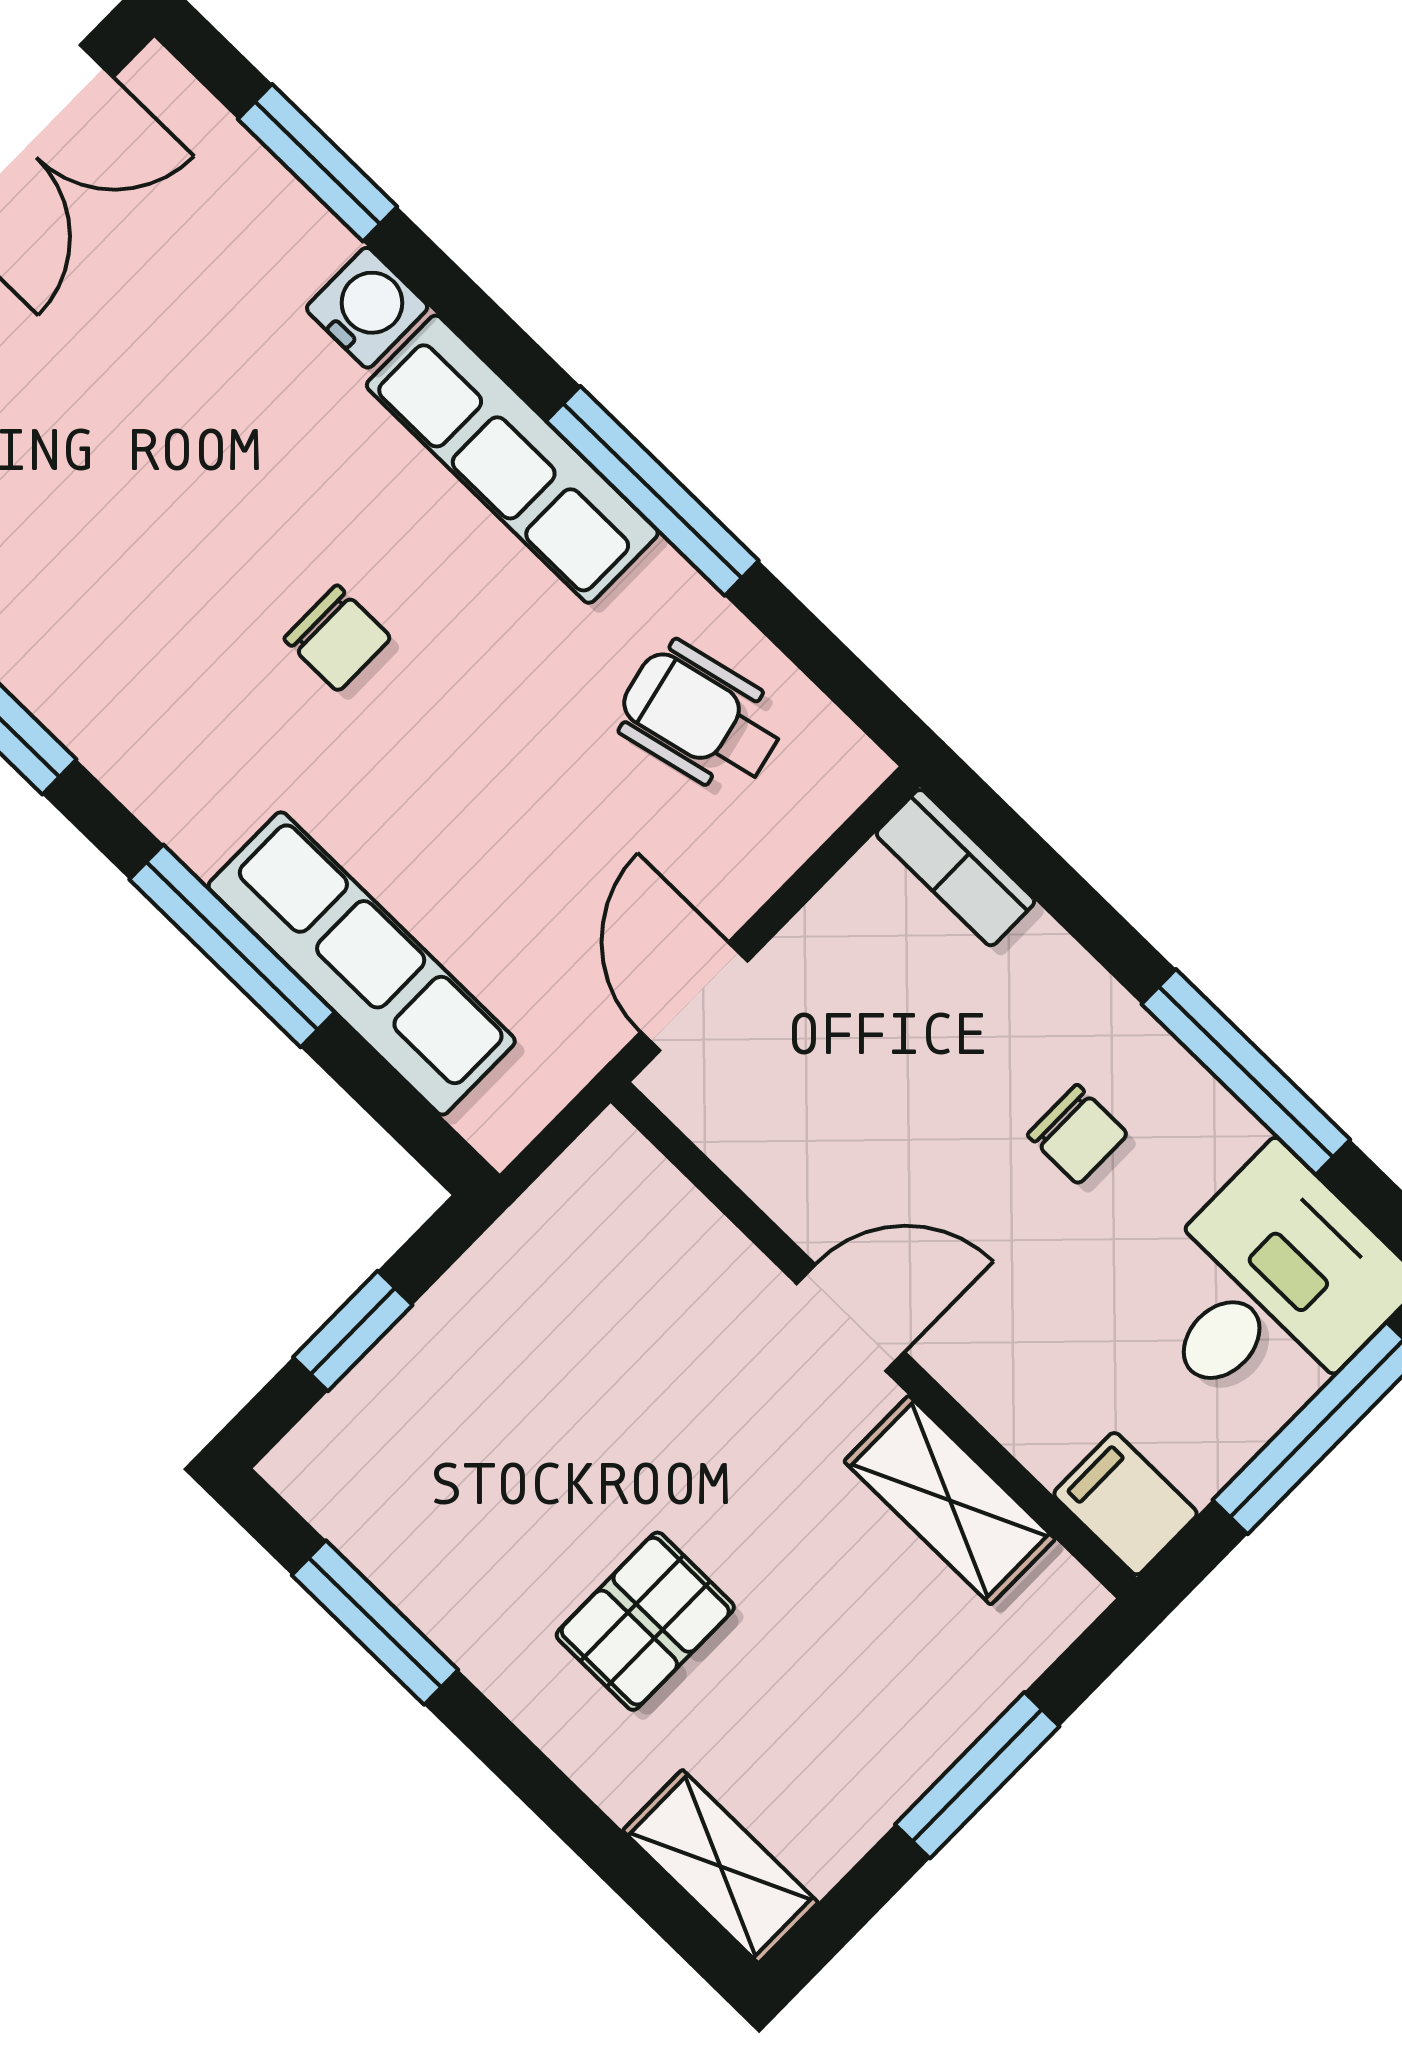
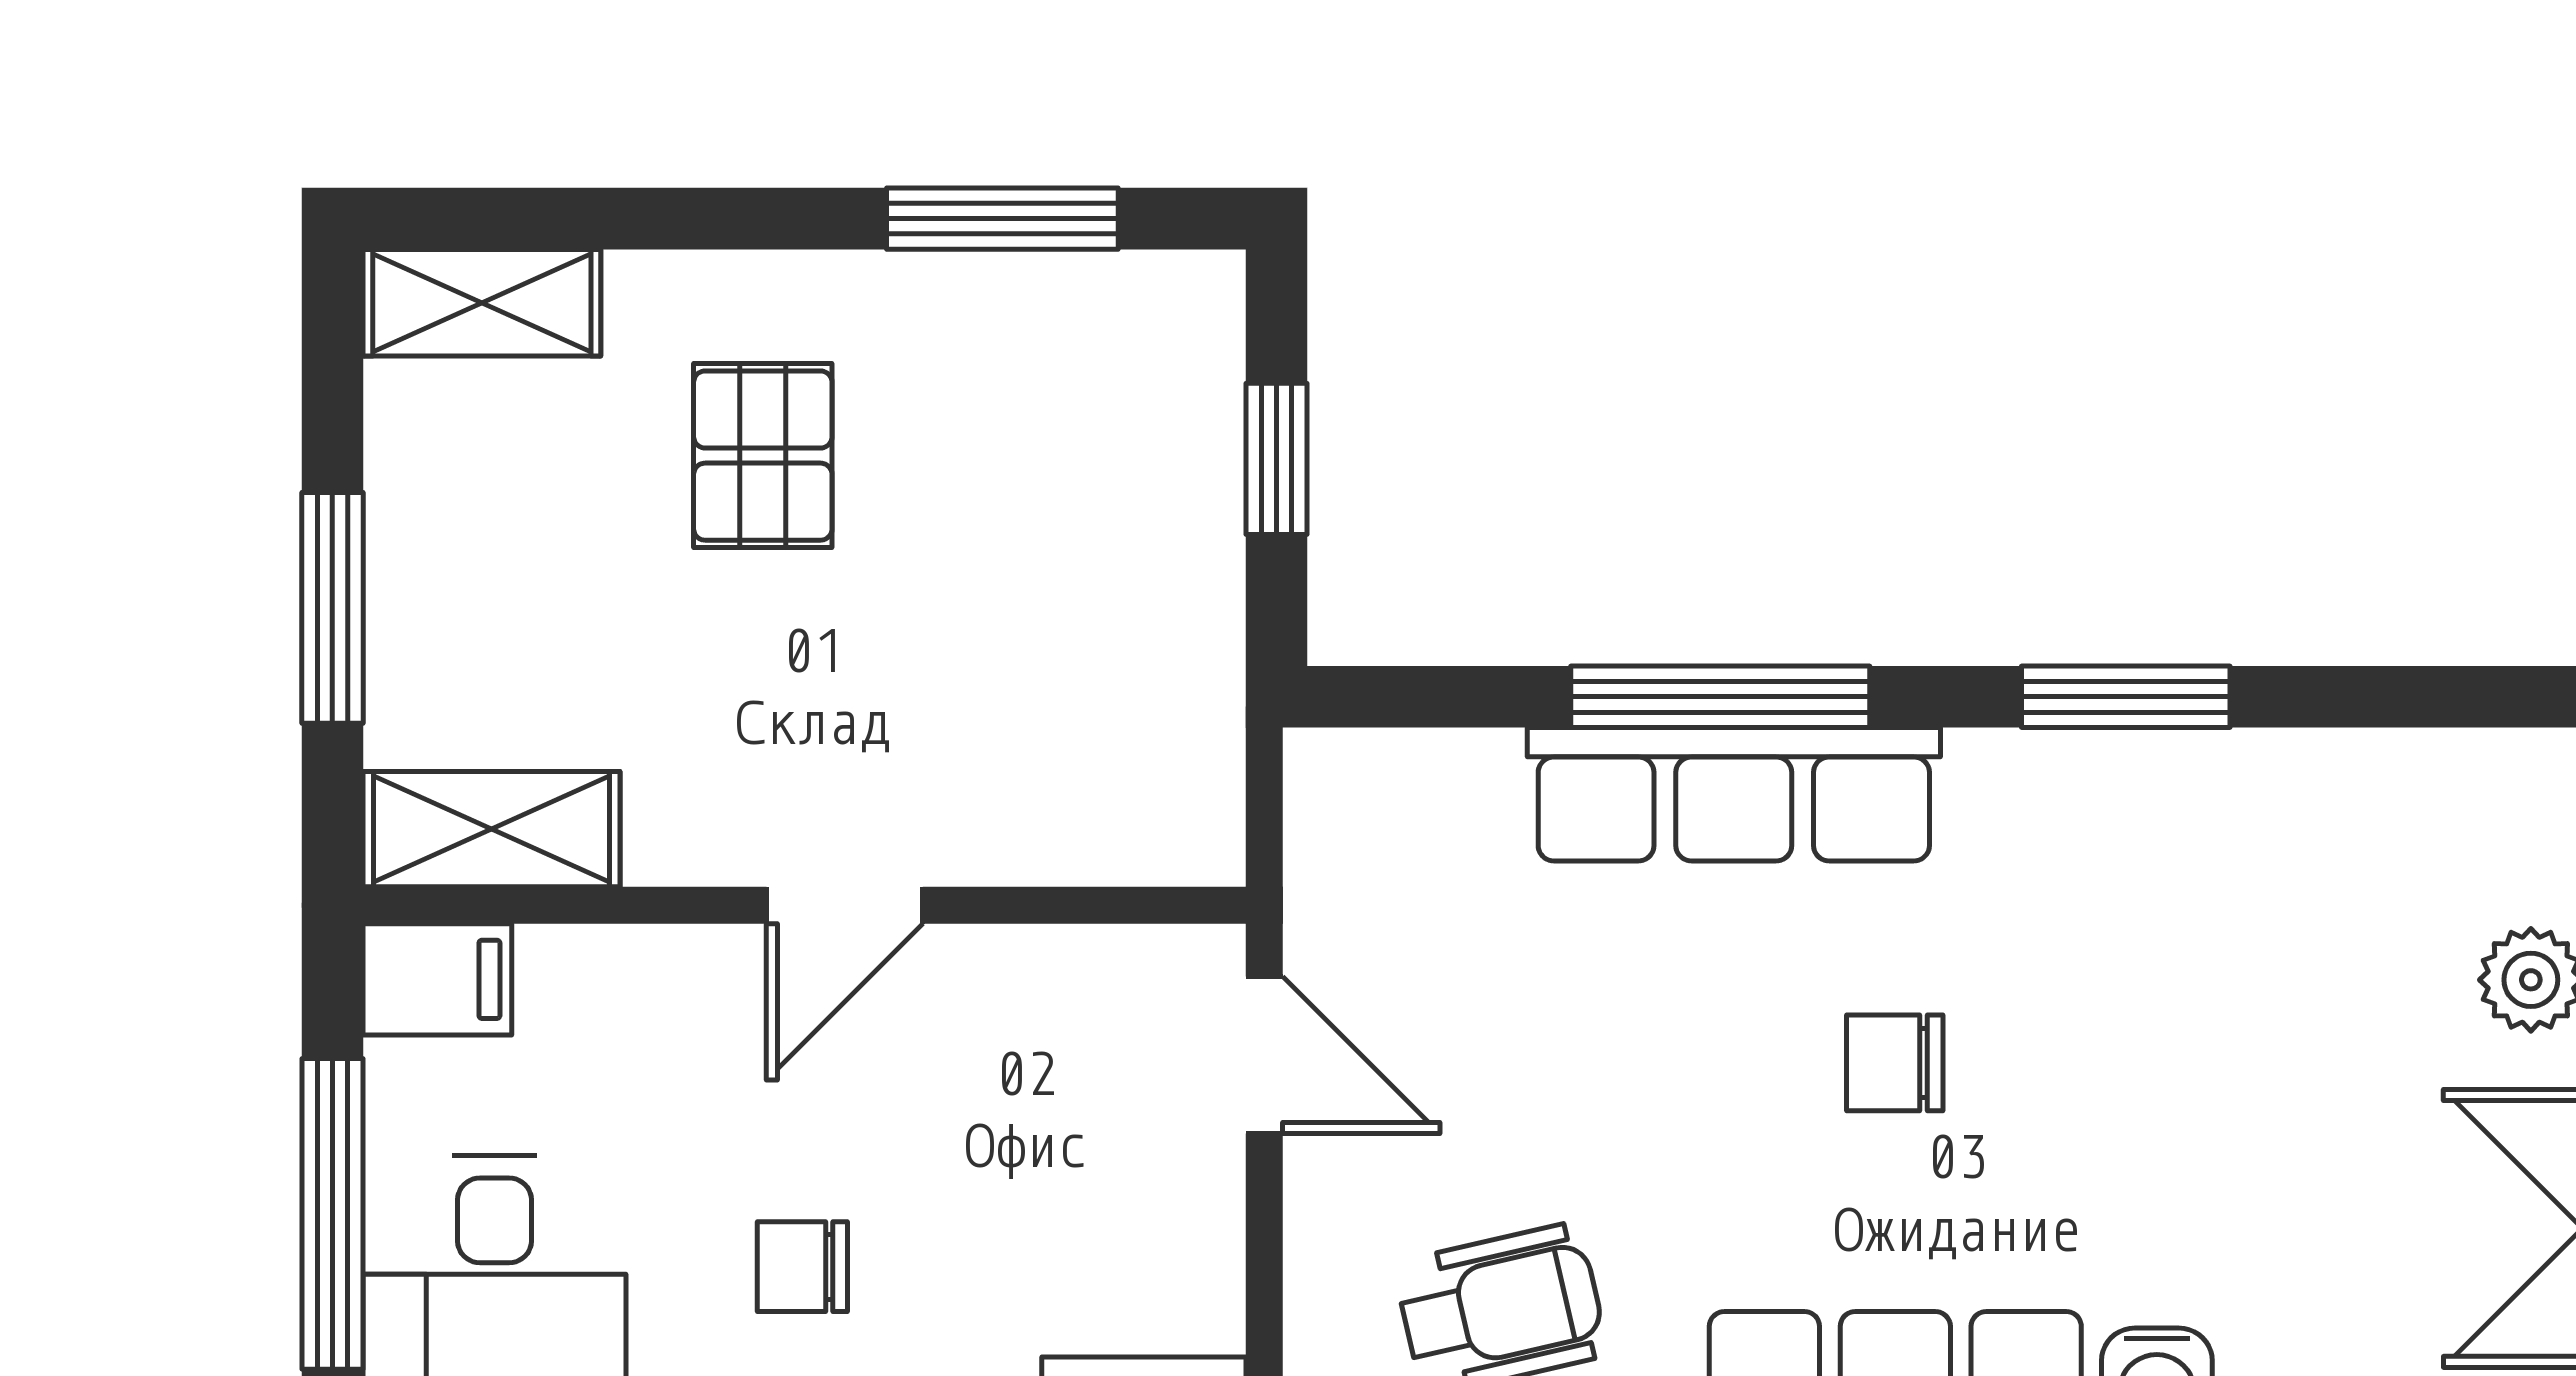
row of seats: (362, 963) -> (1734, 794), moved
shelving: (950, 1500) -> (491, 829), moved

